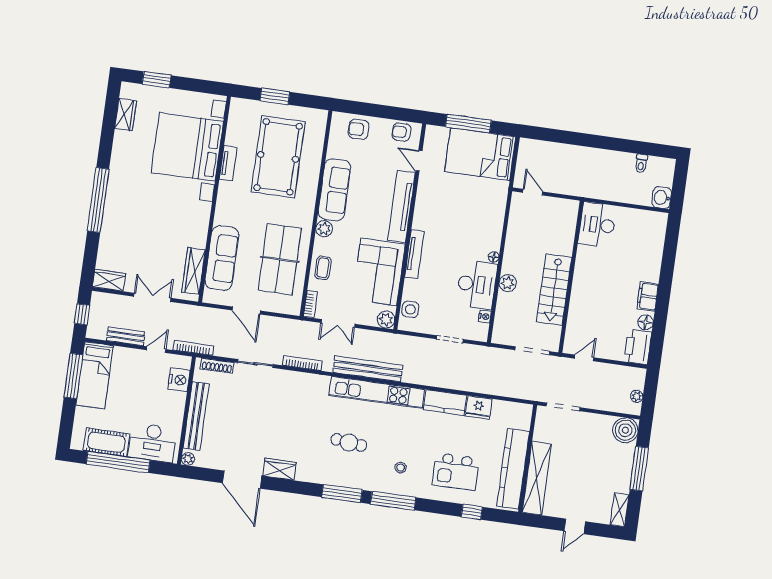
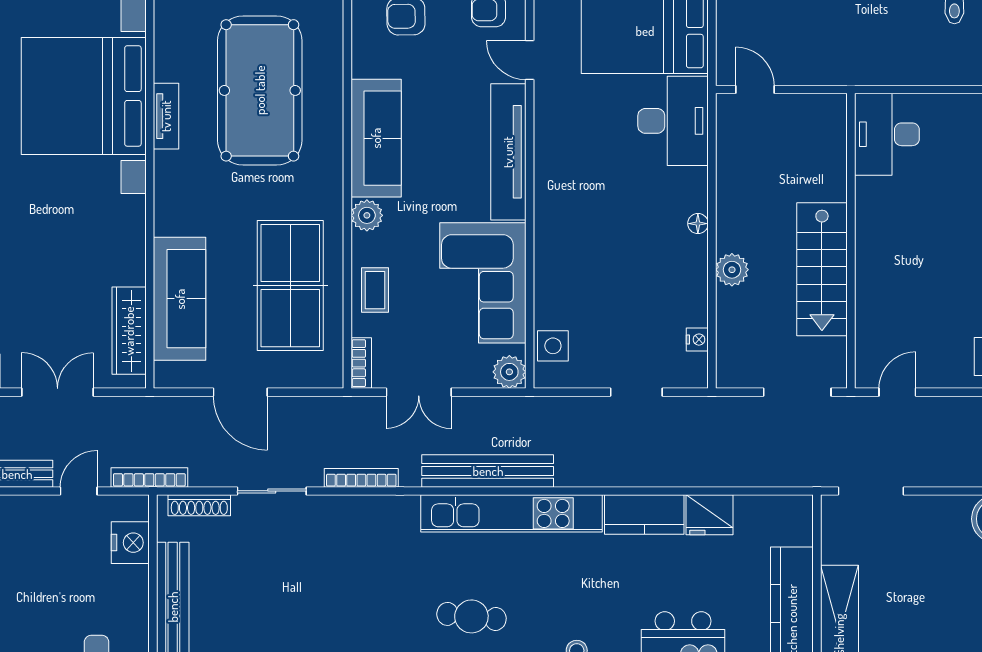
tv unit: (414, 254) -> (546, 240), removed
desk: (477, 285) -> (673, 121), moved

